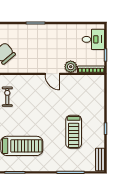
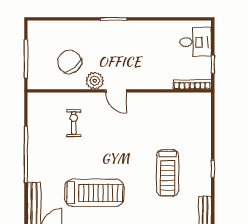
plant: (71, 67) -> (95, 81), moved
door: (52, 74) -> (116, 91), moved

